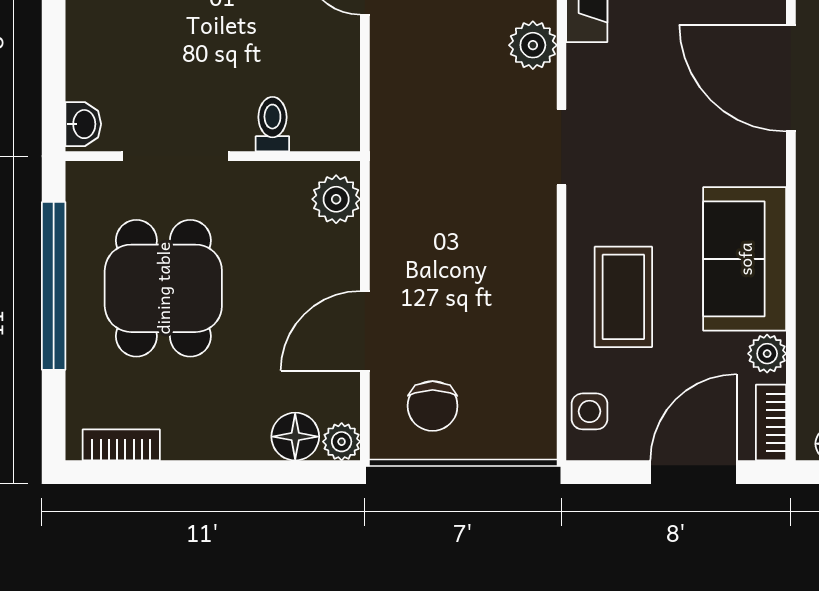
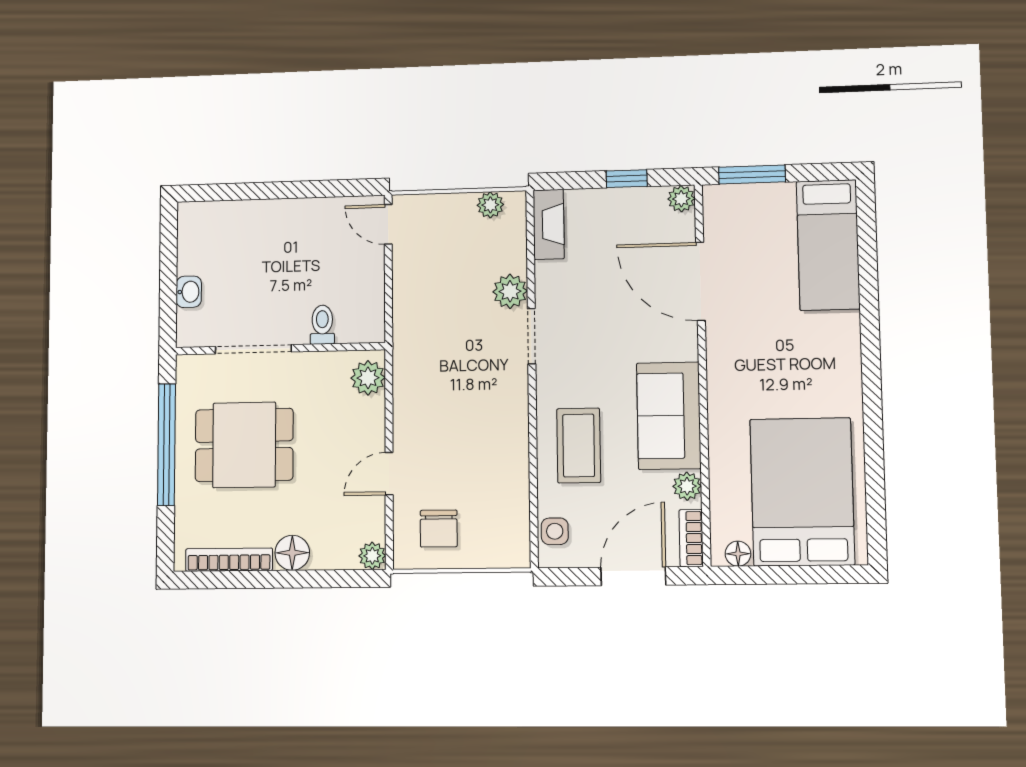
plant: (533, 45) -> (510, 291), moved
washbasin: (83, 124) -> (189, 292), moved
dining table: (163, 288) -> (244, 445), turned 90
door: (365, 331) -> (389, 474), width x0.73
floor lamp: (295, 437) -> (292, 553), moved
bookcase: (121, 445) -> (229, 560), width x1.56

